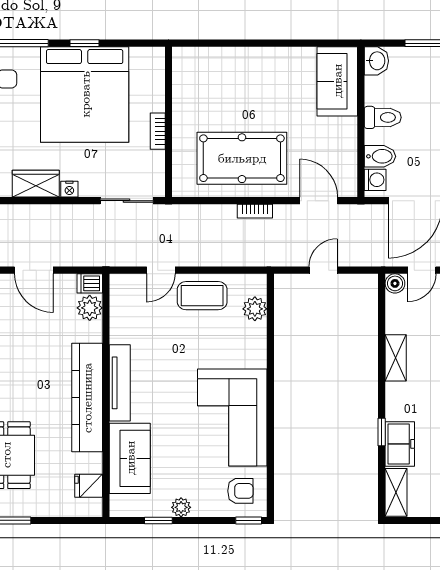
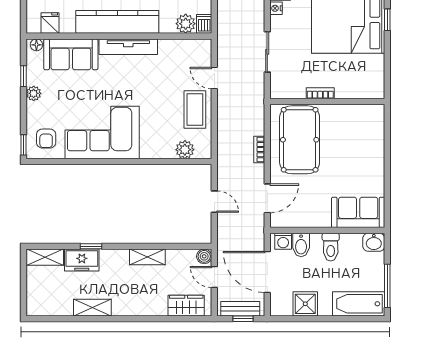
wall: (168, 122) -> (327, 101), moved
bookcase: (158, 131) -> (320, 93), moved
floor lamp: (117, 504) -> (36, 45), added

